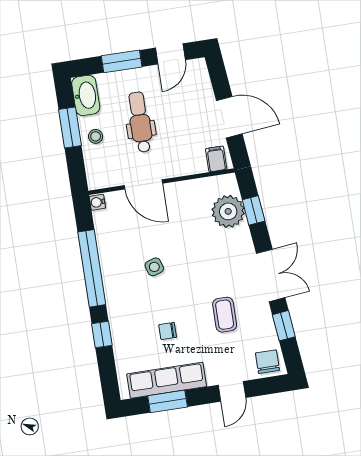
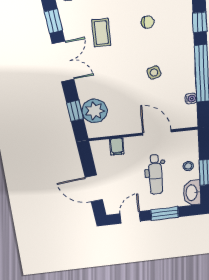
door: (229, 117) -> (94, 189), moved
filing cabinet: (216, 159) -> (117, 146), moved
water cooler: (97, 202) -> (191, 99), moved
double door: (271, 275) -> (63, 62), swing flipped

